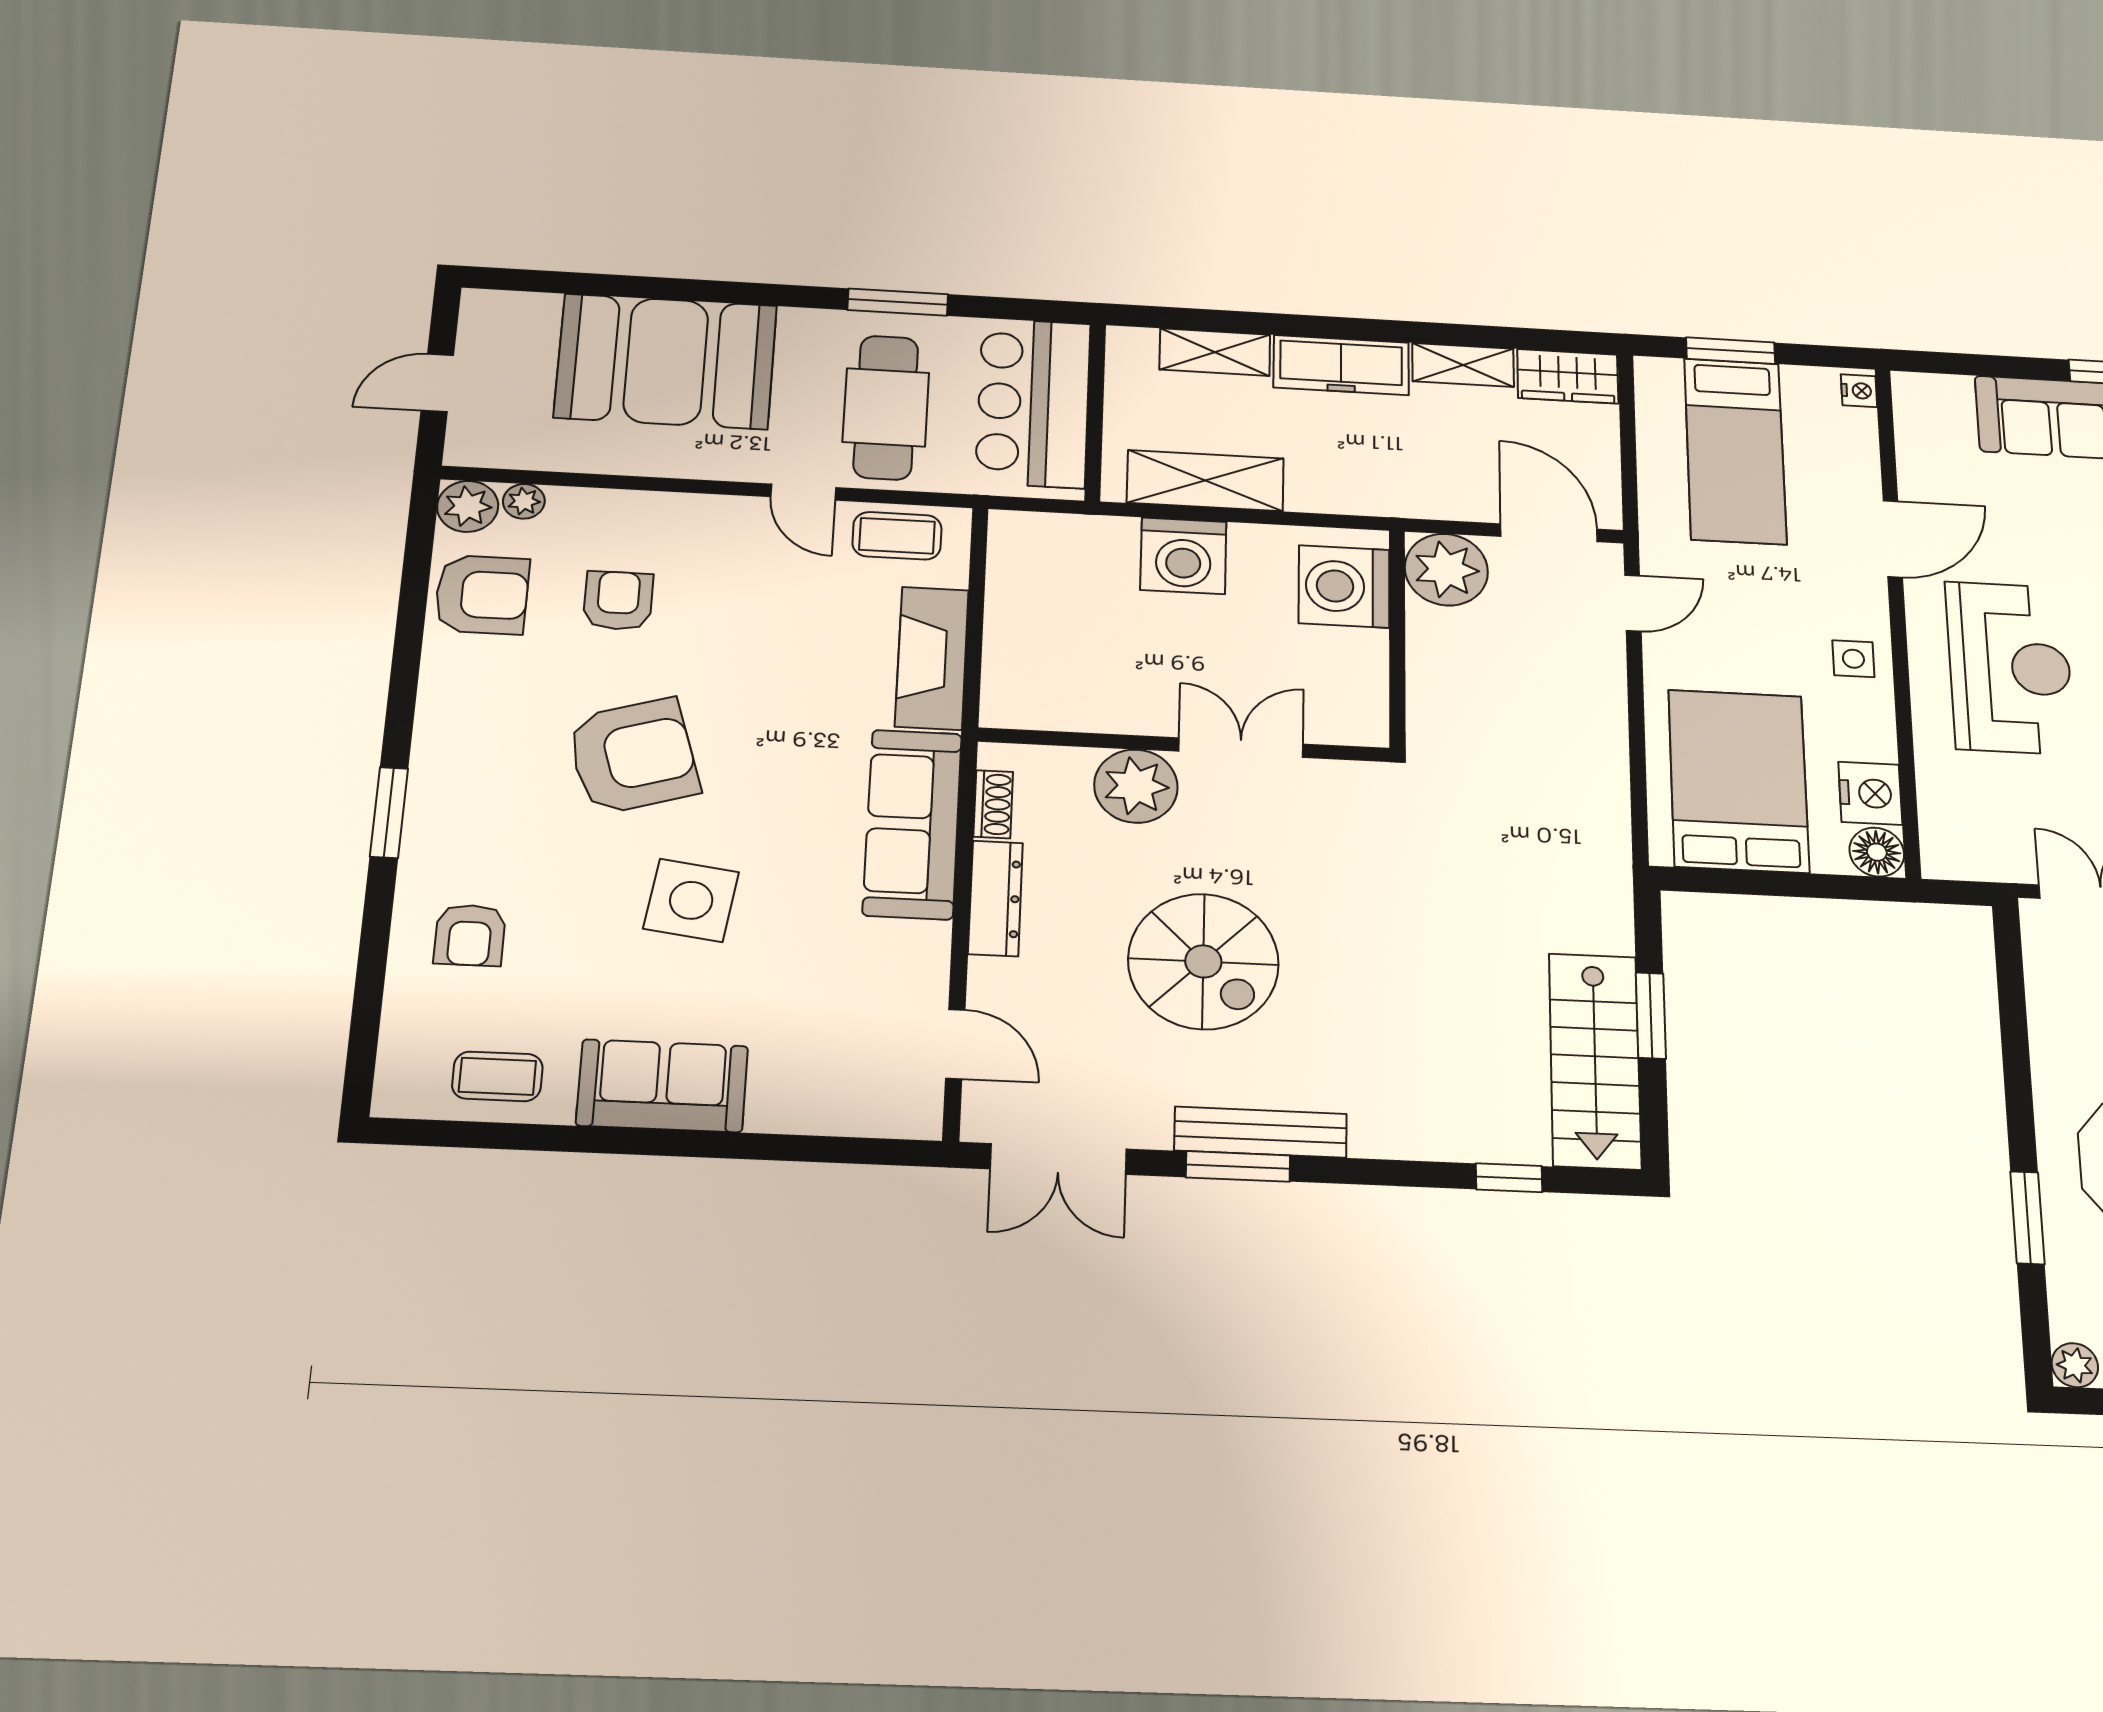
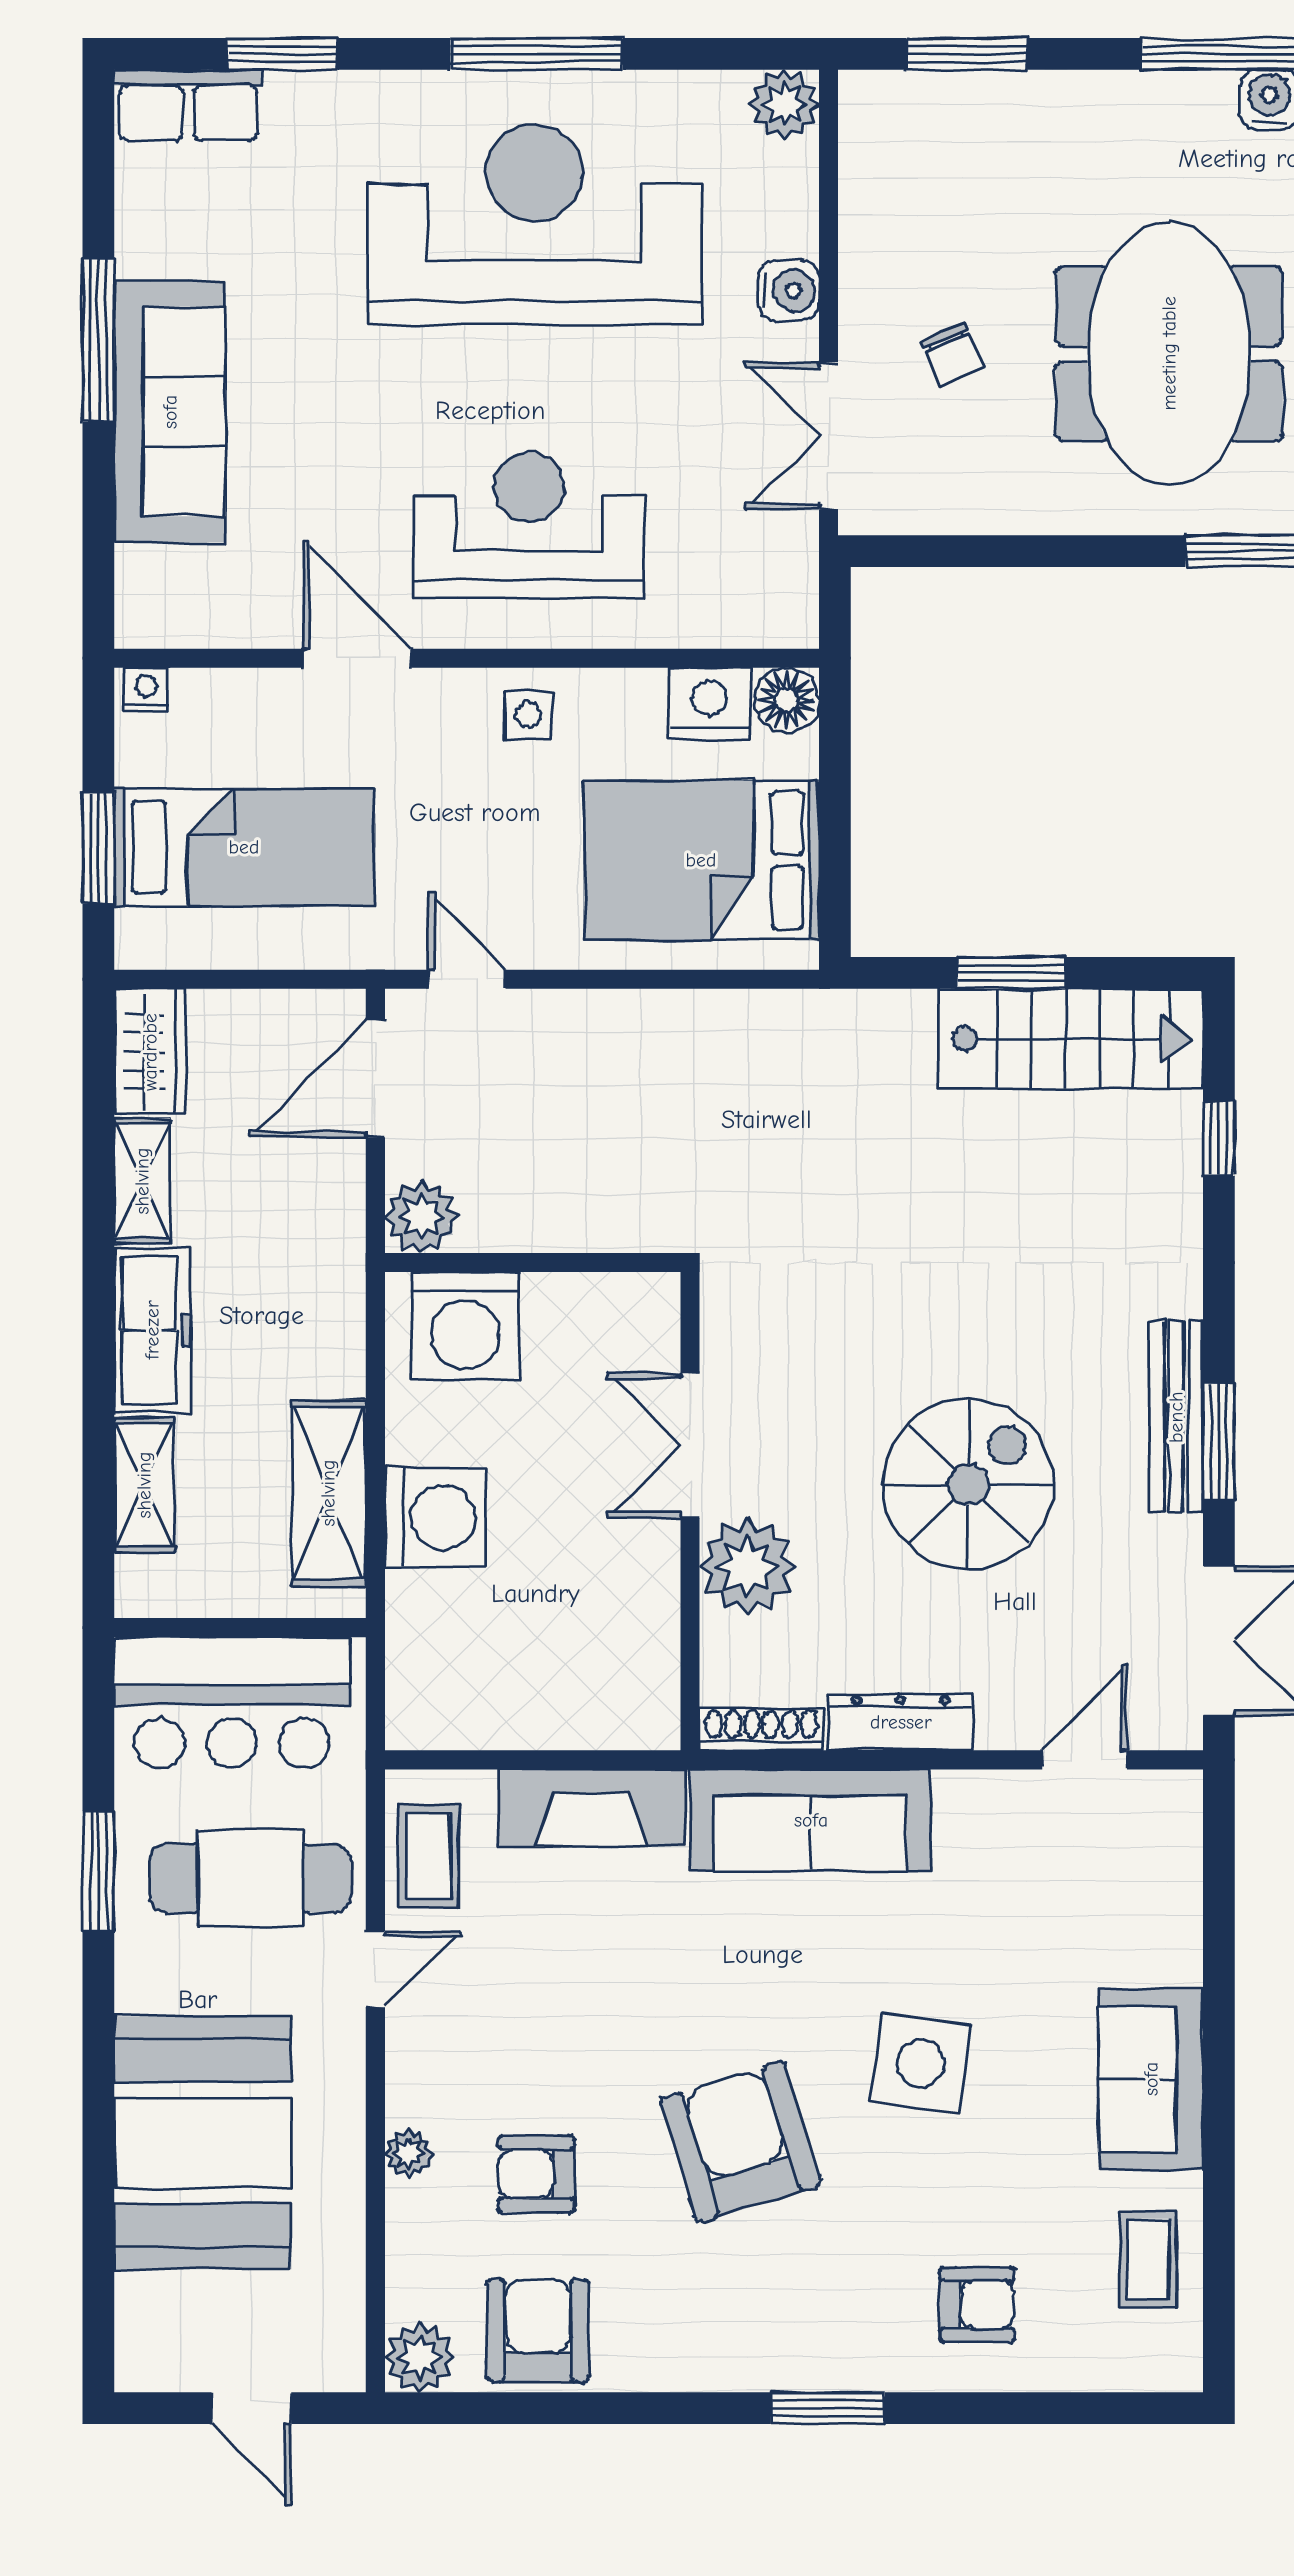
plant: (524, 501) -> (409, 2153), moved
plant: (1446, 570) -> (421, 1217), width x0.73, depth x0.73
shoe rack: (993, 804) -> (761, 1729), width x1.43

